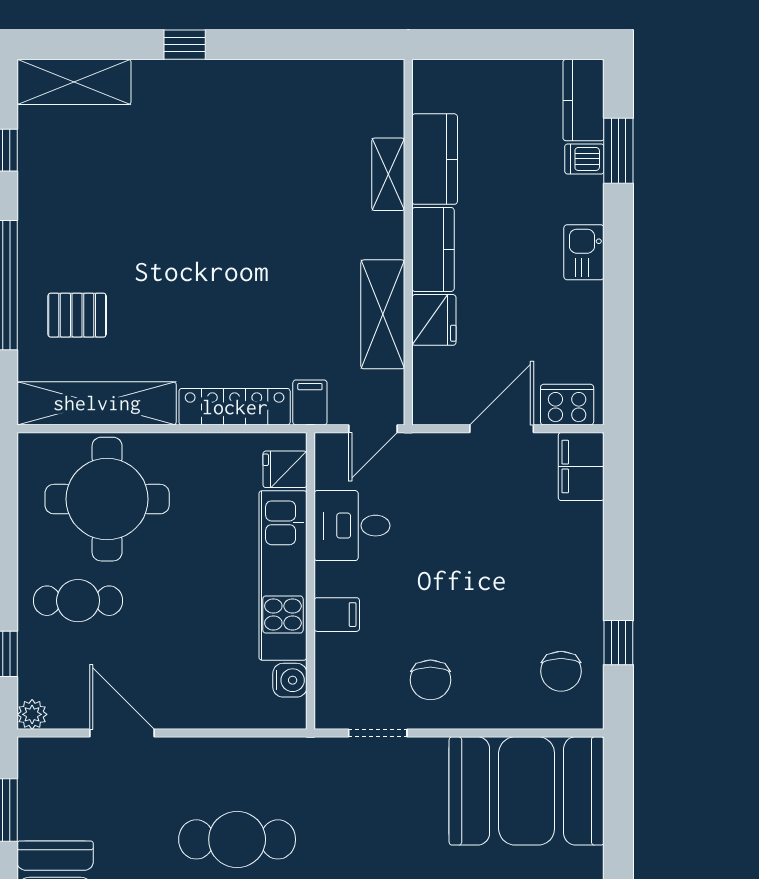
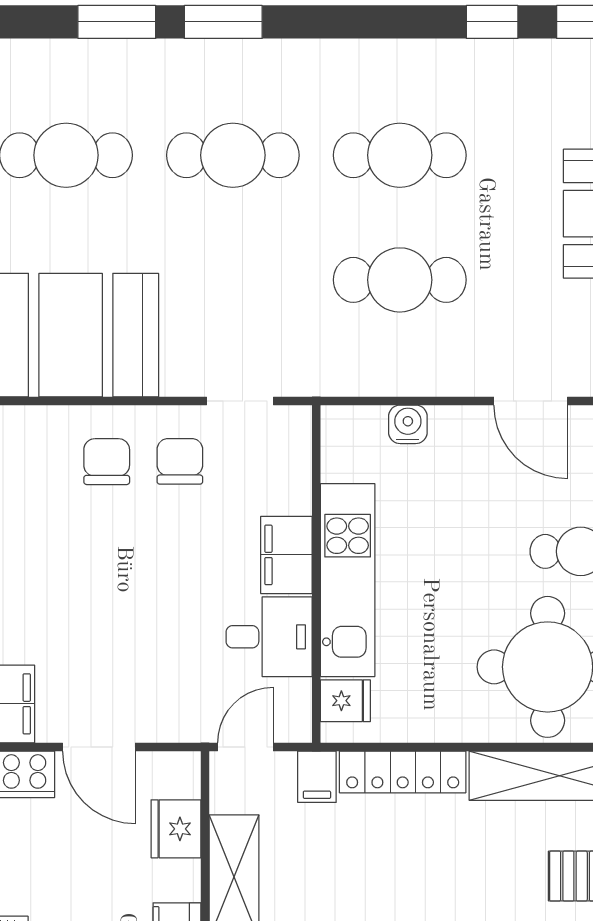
fridge: (434, 320) -> (176, 829), moved
door: (502, 429) -> (99, 747), hinge flipped
filing cabinet: (337, 615) -> (286, 555), width x2.00
chair: (561, 671) -> (107, 462), moved
water cooler: (290, 680) -> (408, 424), moved, turned 90

